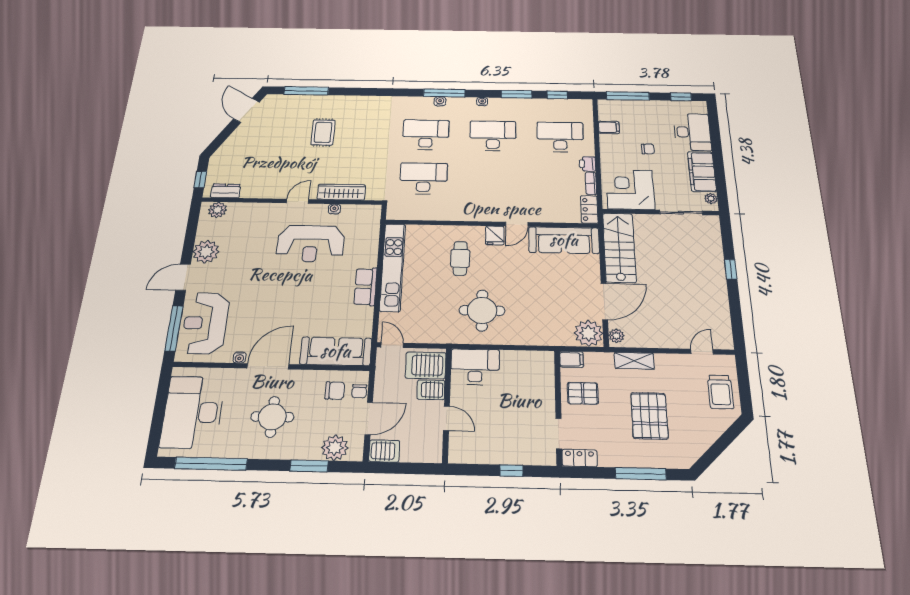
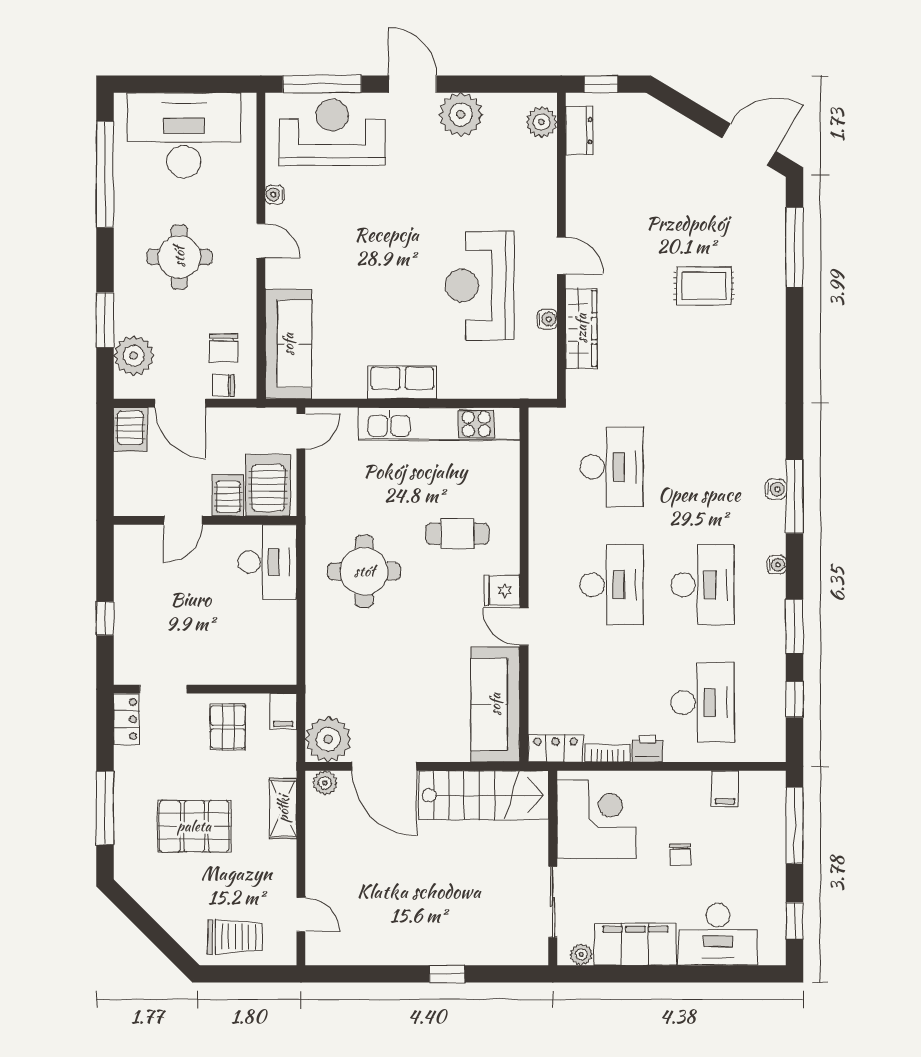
desk: (426, 135) -> (612, 585), moved
door: (268, 366) -> (261, 241), width x0.53
trolley: (720, 392) -> (235, 937), turned 180

